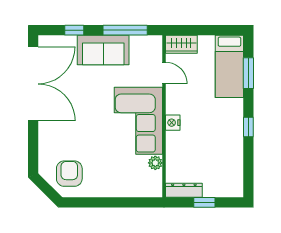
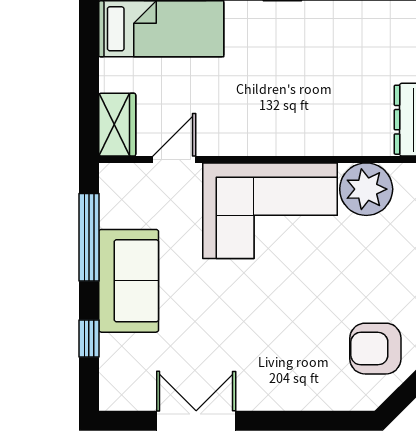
double door: (33, 84) -> (196, 421), width x0.54
nightstand: (173, 123) -> (274, 142), removed
plant: (155, 163) -> (366, 189), width x1.88, depth x1.88

